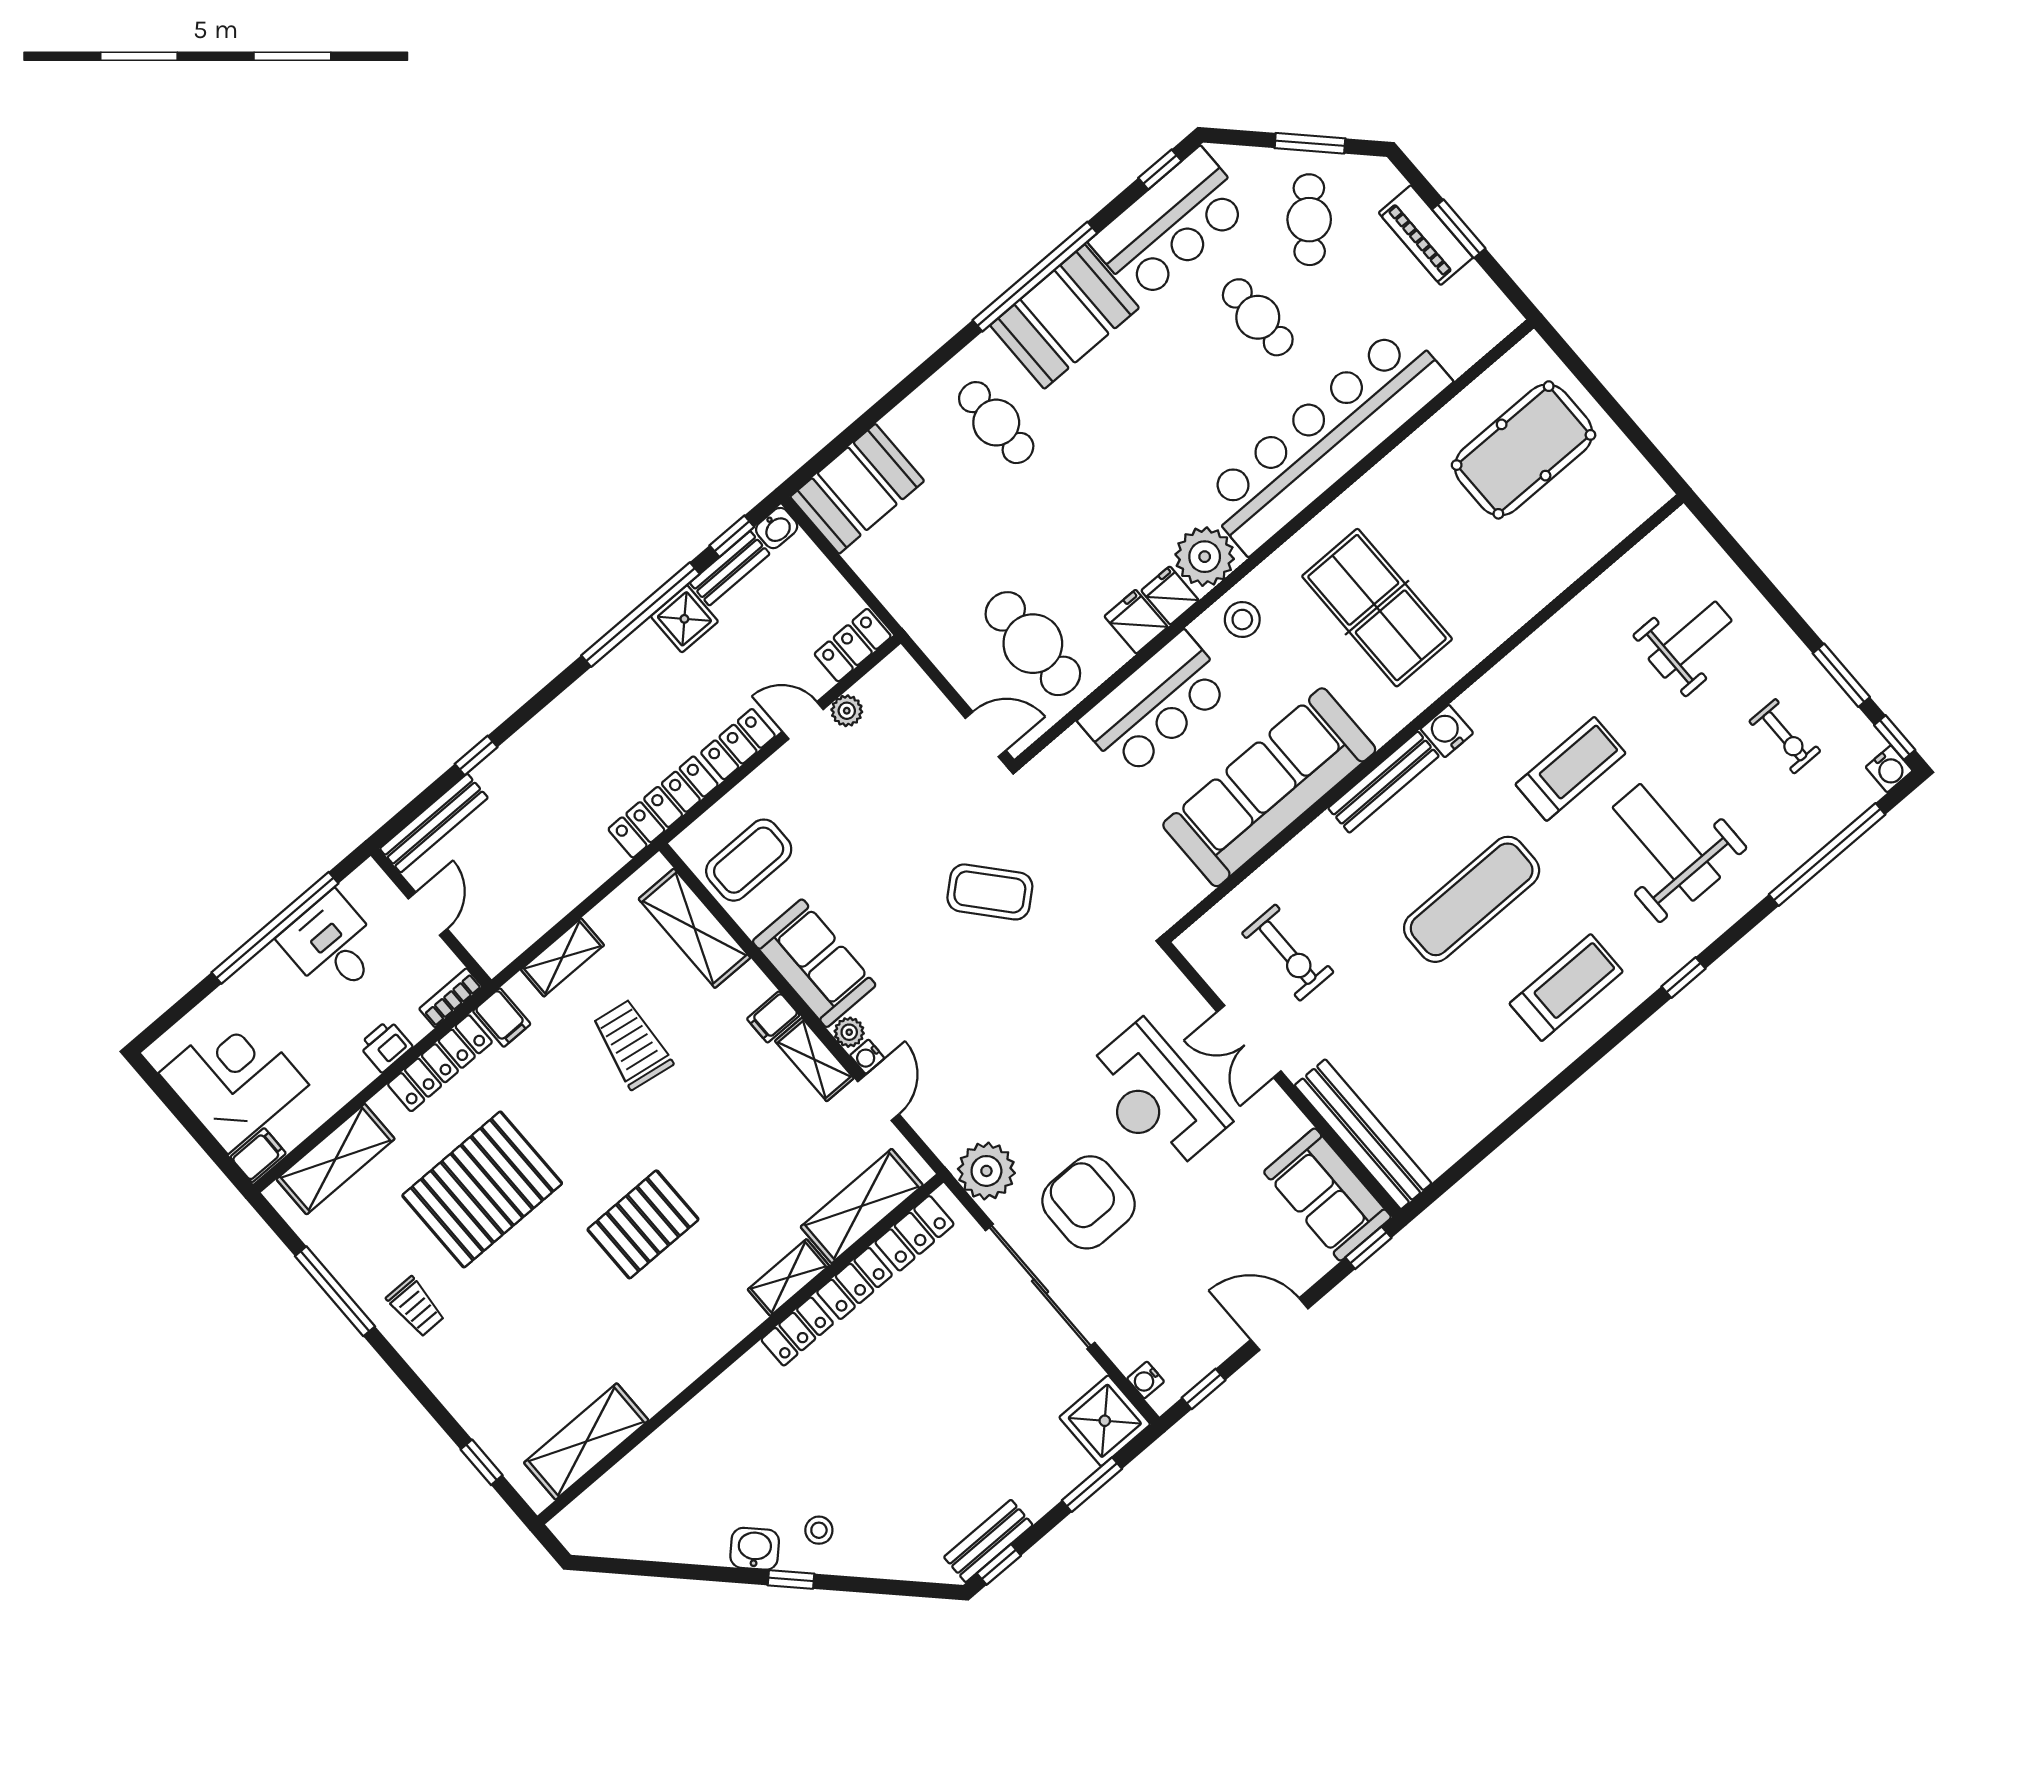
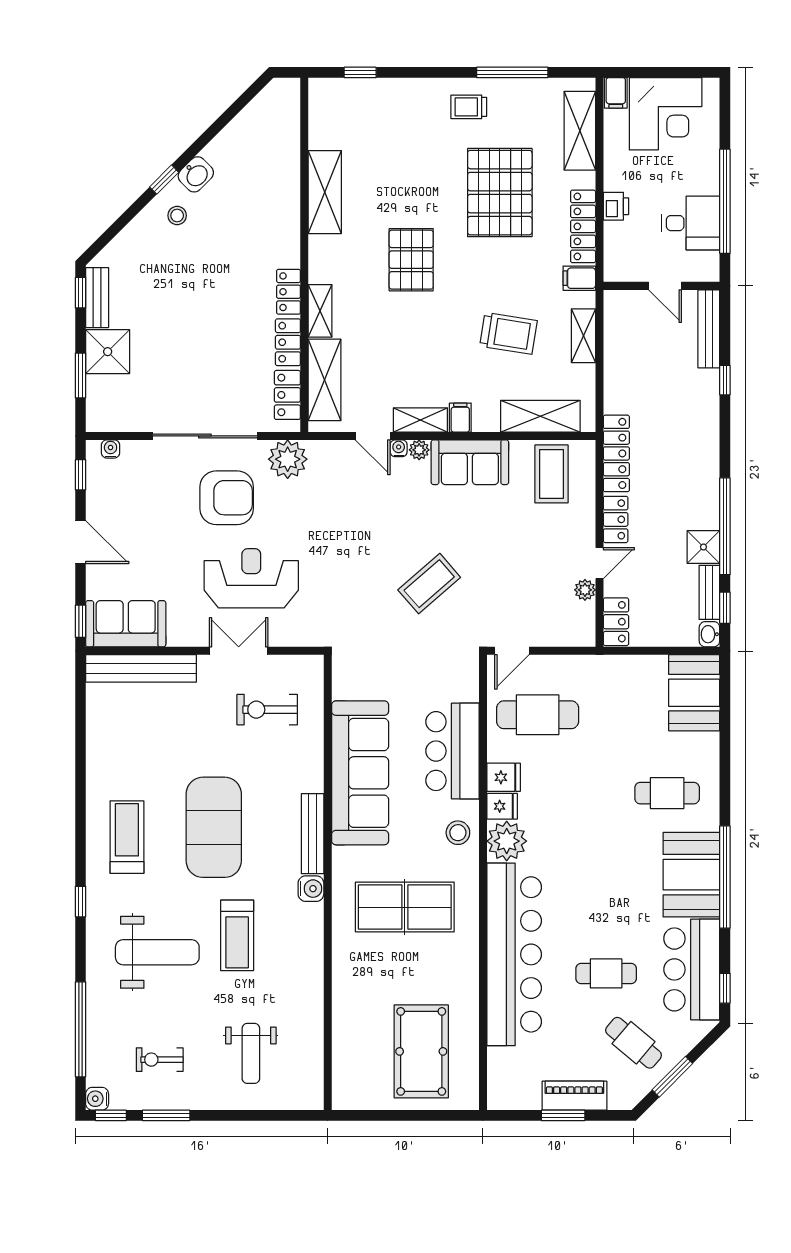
exercise mat: (1472, 899) -> (214, 827), width x1.47
treadmill: (1566, 988) -> (127, 837), turned 180
bookcase: (451, 998) -> (612, 261), removed
door: (1279, 1324) -> (80, 542), hinge flipped
shower: (1105, 1421) -> (108, 352), moved
shelving: (586, 1441) -> (325, 192), moved

